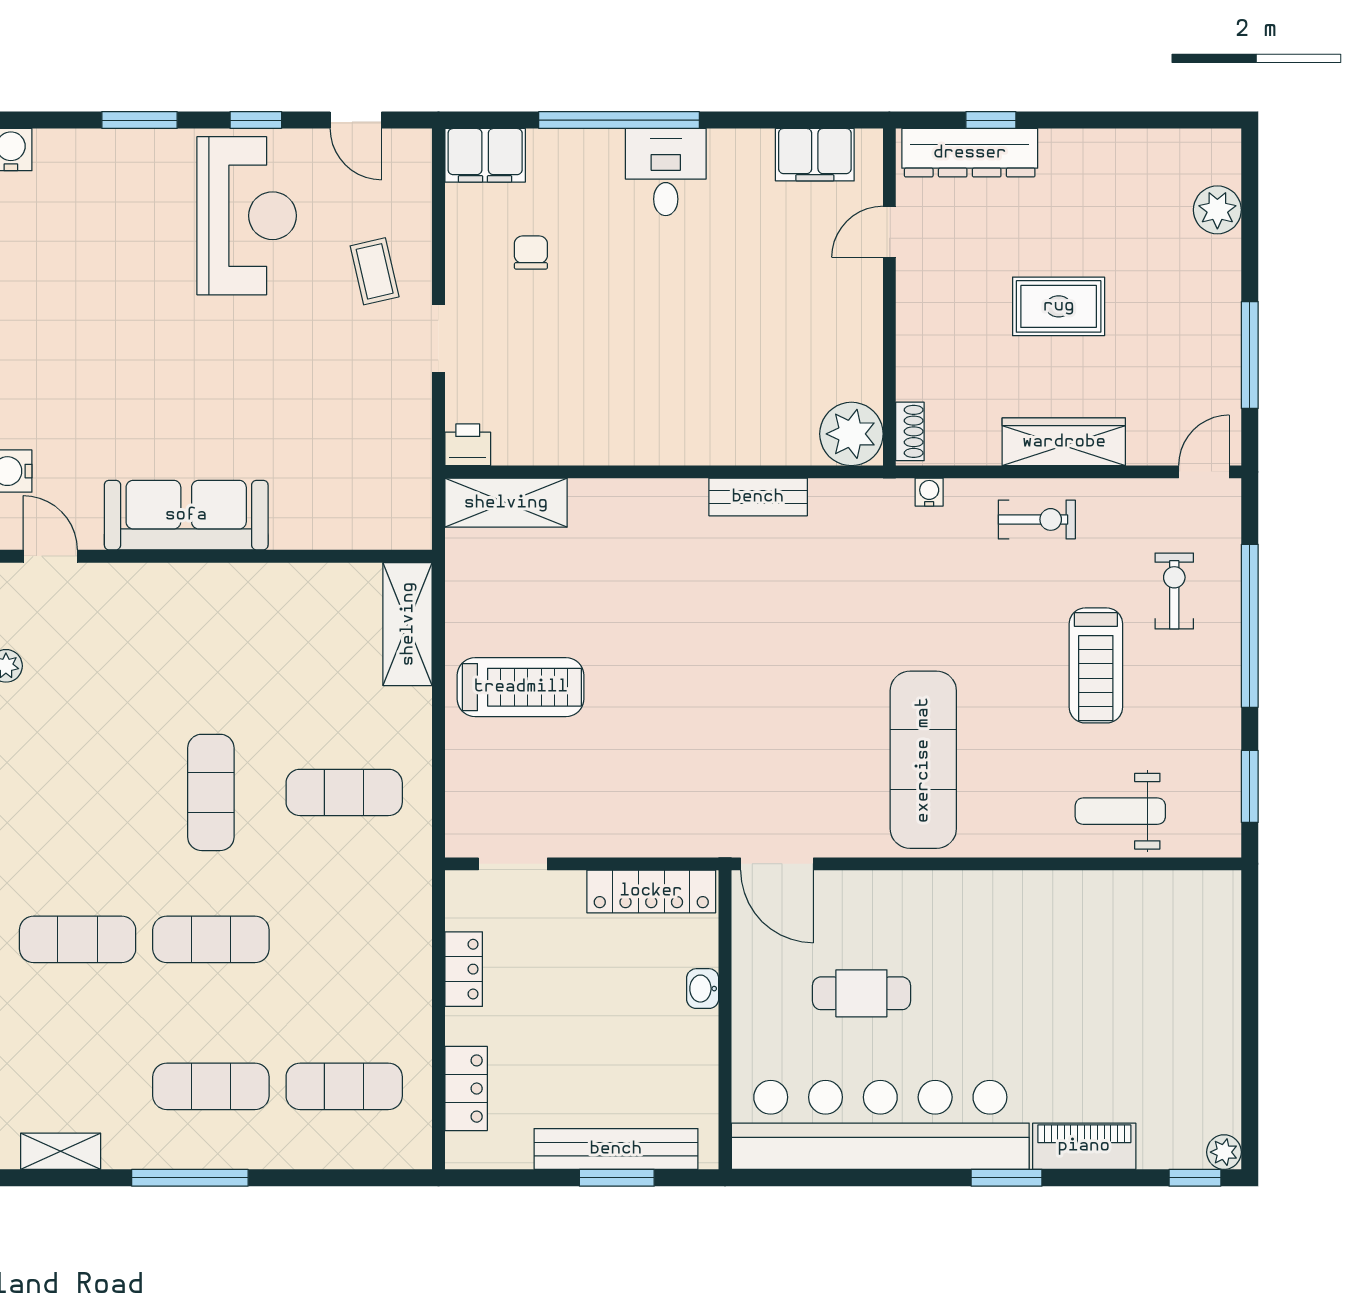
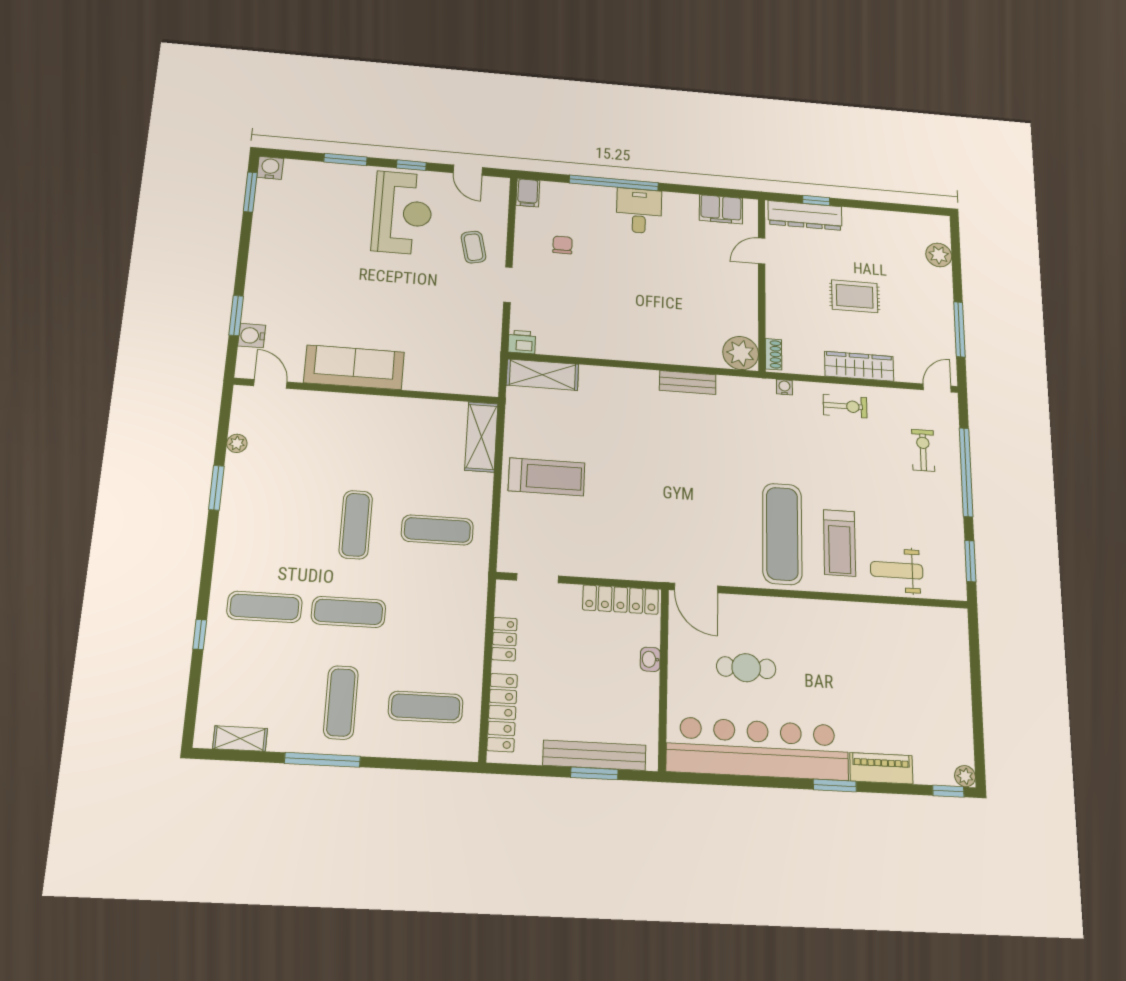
filing cabinet: (485, 155) -> (528, 193), width x0.50
treadmill: (1096, 665) -> (840, 543), moved
exercise mat: (211, 1086) -> (341, 702), turned 90
locker: (466, 1089) -> (502, 712), width x1.53

